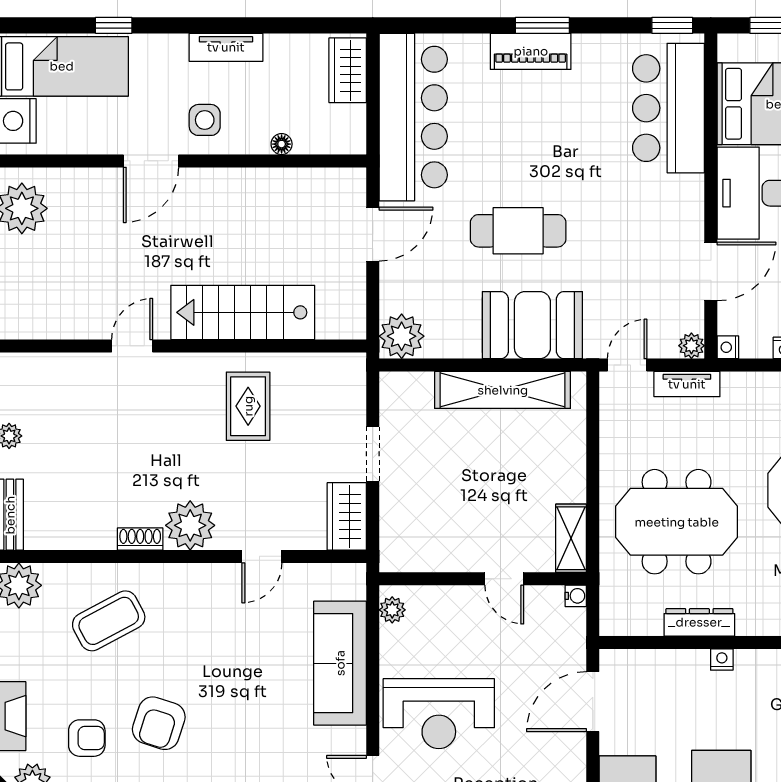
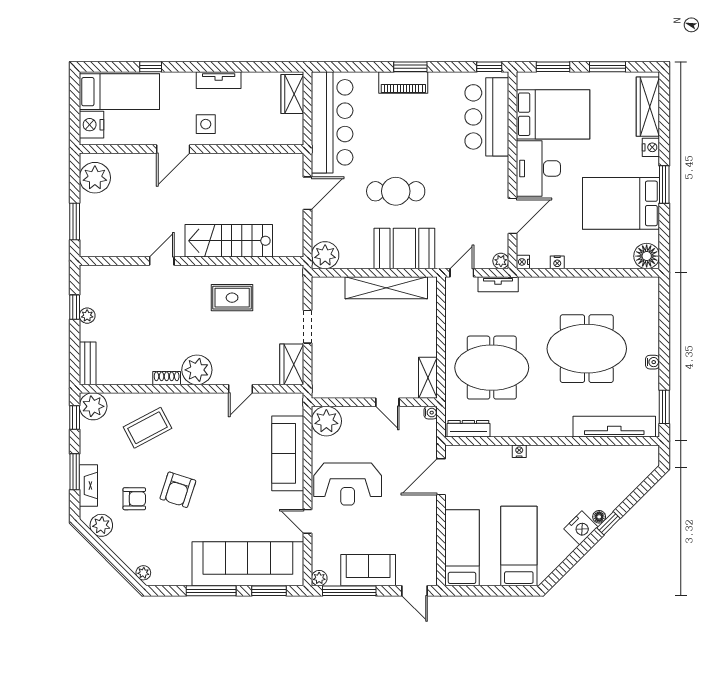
floor lamp: (282, 144) -> (252, 139), removed
rug: (248, 406) -> (232, 298), turned 90
plant: (392, 610) -> (326, 421), width x1.88, depth x1.88
dresser: (699, 622) -> (468, 429), moved

